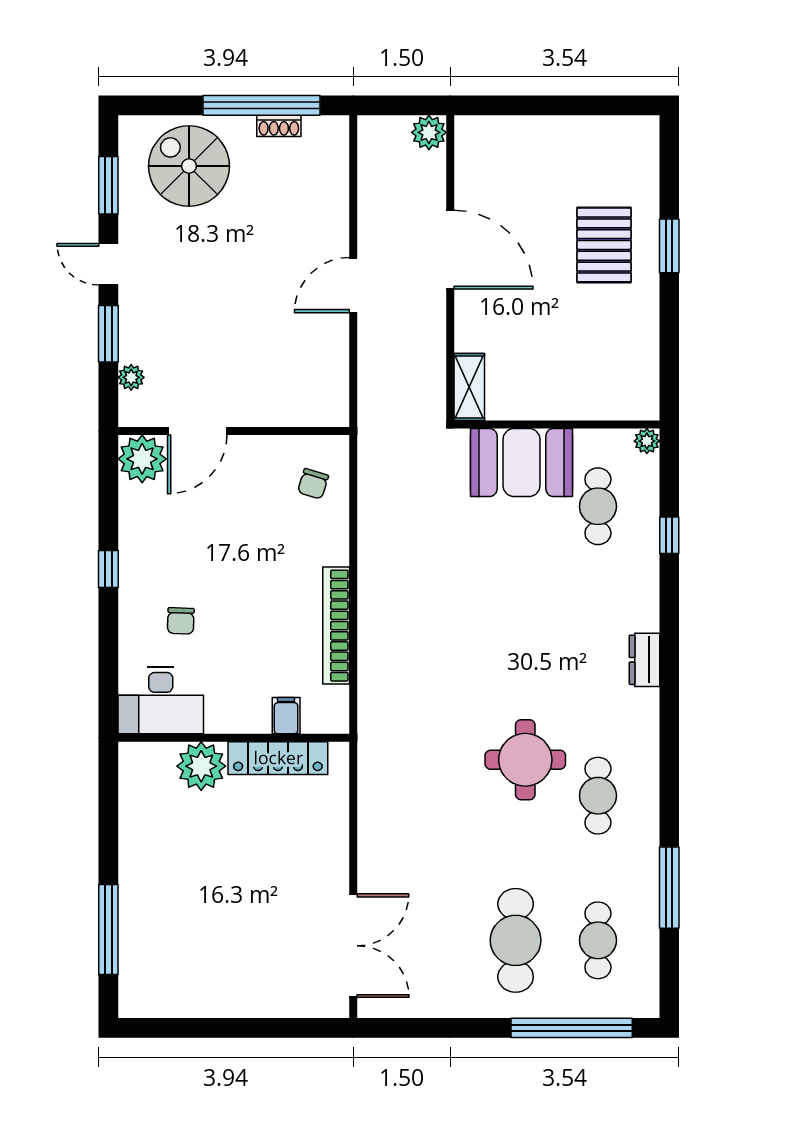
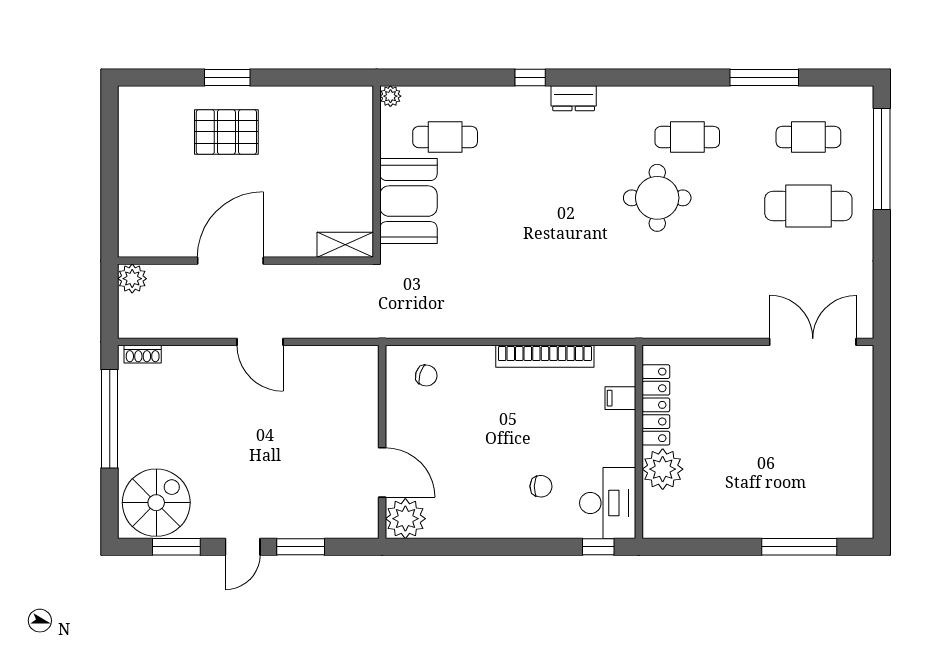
shoe rack: (279, 126) -> (143, 354), moved, turned 90
spiral stairs: (189, 166) -> (156, 503), moved, turned 180
plant: (131, 377) -> (337, 528), removed
window: (669, 535) -> (530, 77), moved
window: (108, 569) -> (598, 547), moved

